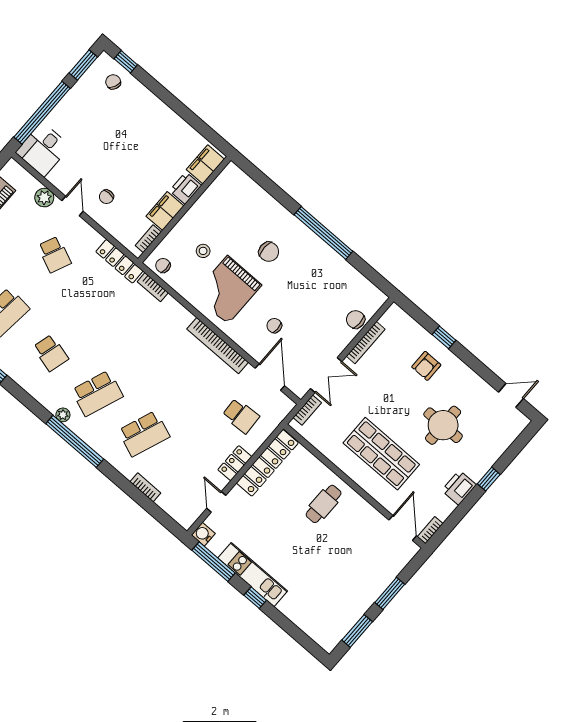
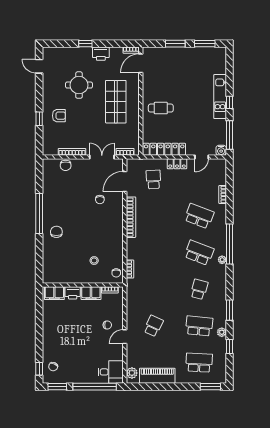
plant: (44, 198) -> (132, 373), moved
chair: (269, 252) -> (56, 232), moved
locker: (119, 261) -> (131, 294), removed
grand piano: (228, 290) -> (102, 234), removed
kitchen unit: (253, 575) -> (220, 97), moved

